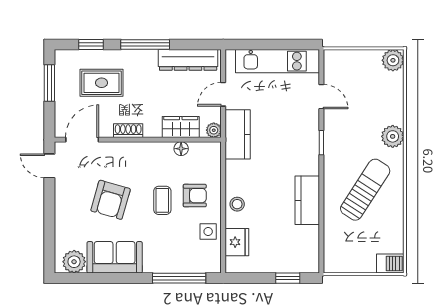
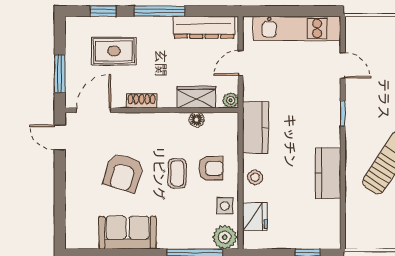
window: (49, 83) -> (60, 74), moved
kitchen counter: (238, 134) -> (256, 127), moved
plant: (74, 262) -> (225, 237), moved

